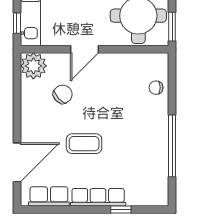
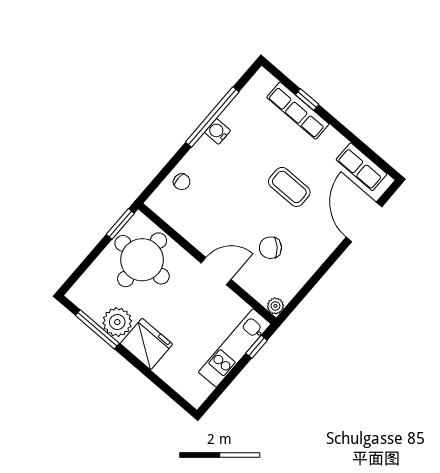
plant: (33, 66) -> (275, 306), width x0.53, depth x0.53
water cooler: (161, 140) -> (217, 131), added
door: (17, 162) -> (364, 222), hinge flipped
row of seats: (98, 197) -> (298, 111), moved

